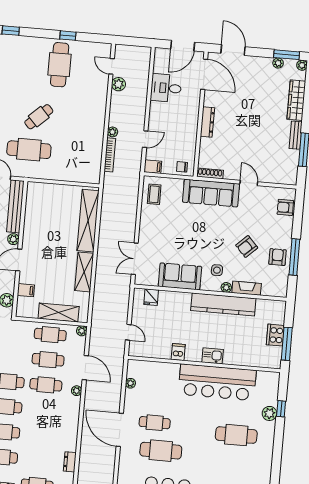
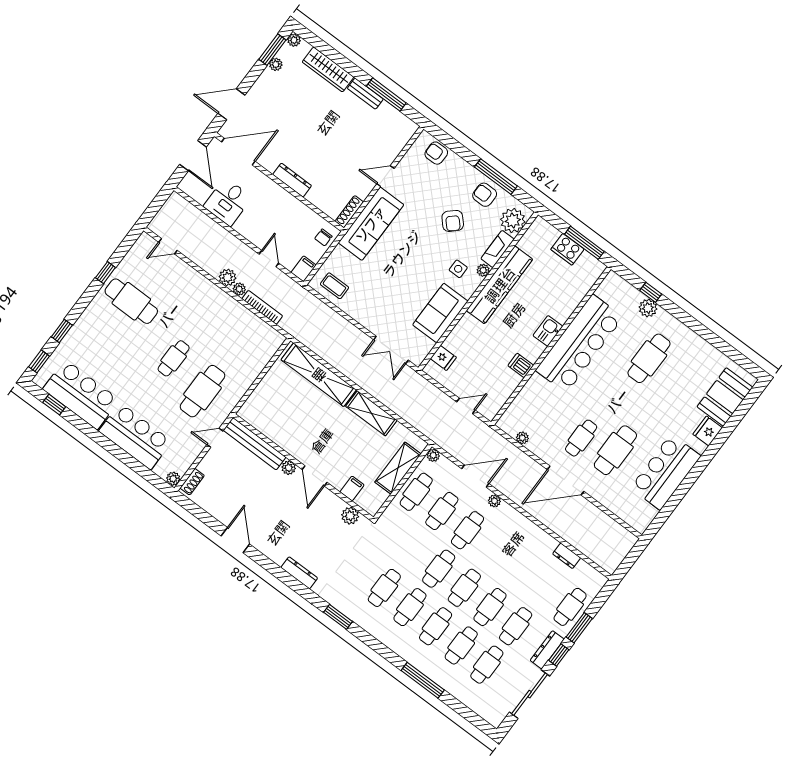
plant: (118, 84) -> (227, 277), moved
cafe table: (39, 117) -> (174, 358), turned 44
armchair: (285, 207) -> (436, 153), turned 90
plant: (272, 287) -> (513, 221), added

